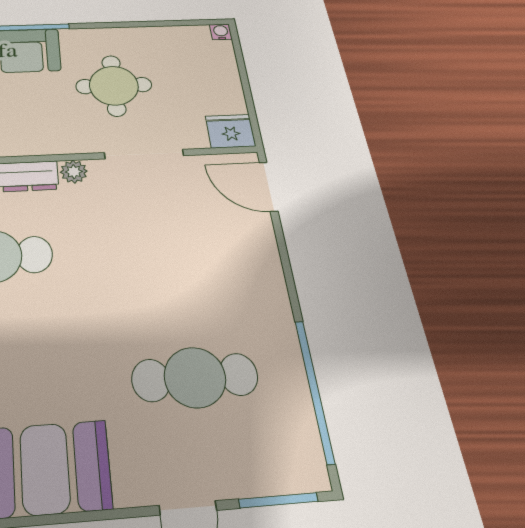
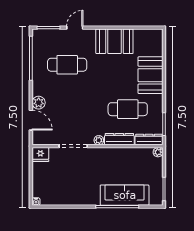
round table: (114, 86) -> (81, 177), removed
door: (269, 187) -> (31, 120), moved
plant: (262, 260) -> (39, 103), added

